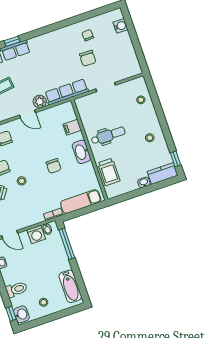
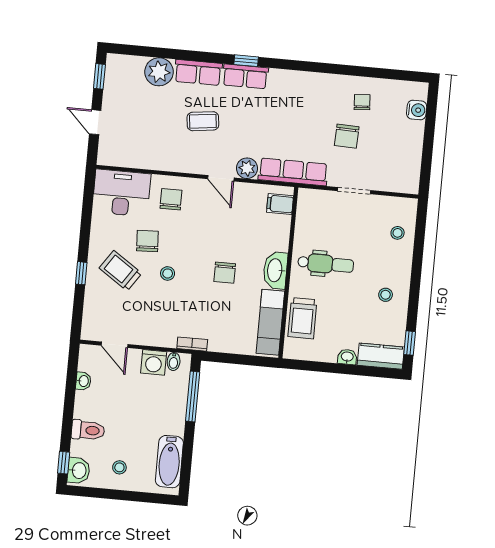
filing cabinet: (72, 127) -> (280, 204), moved
exam couch: (81, 202) -> (270, 322), moved, turned -90

